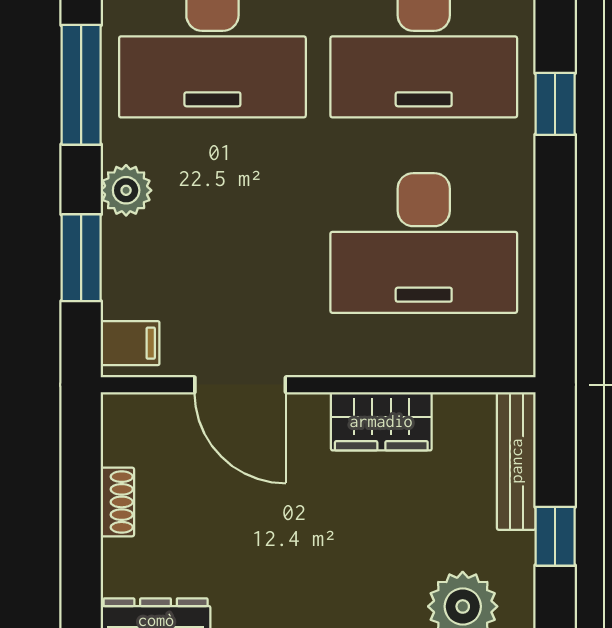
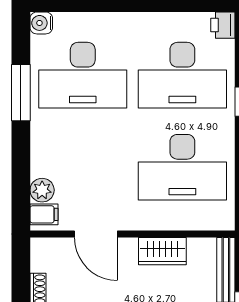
plant: (126, 190) -> (42, 190), moved
window: (81, 258) -> (21, 174), removed

